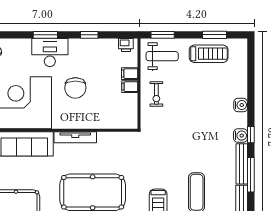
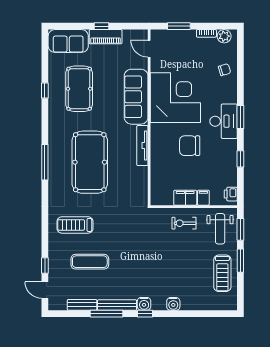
window: (214, 35) -> (240, 261), moved
filing cabinet: (130, 87) -> (185, 198), width x2.00

